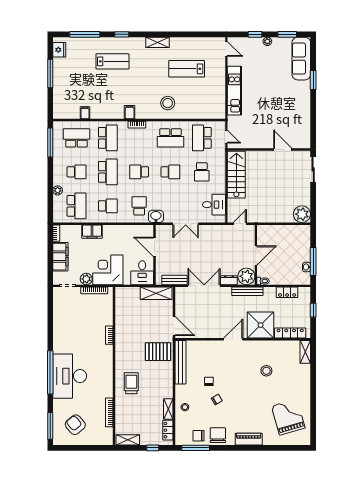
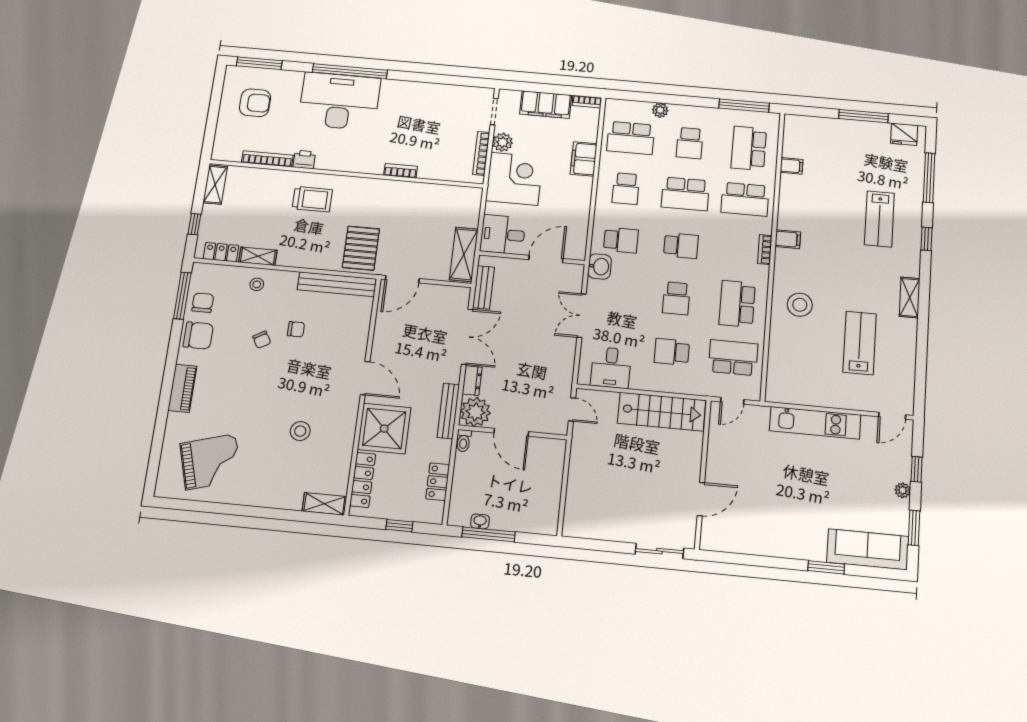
school desk: (76, 138) -> (749, 148), turned 180
school desk: (139, 172) -> (681, 246), turned 90
plant: (302, 214) -> (578, 522), removed
printer: (108, 391) -> (304, 159), added
armchair: (75, 425) -> (255, 103), turned 40

